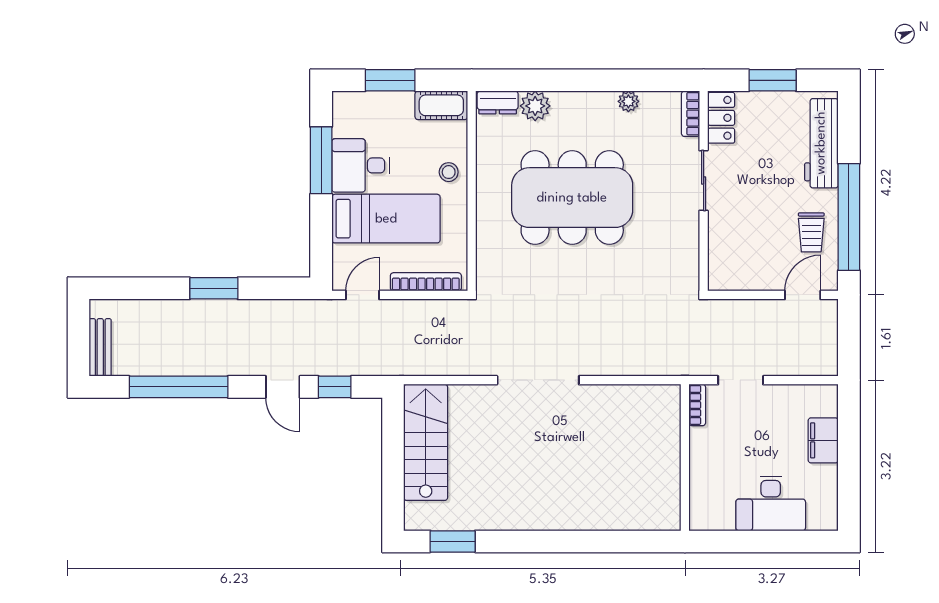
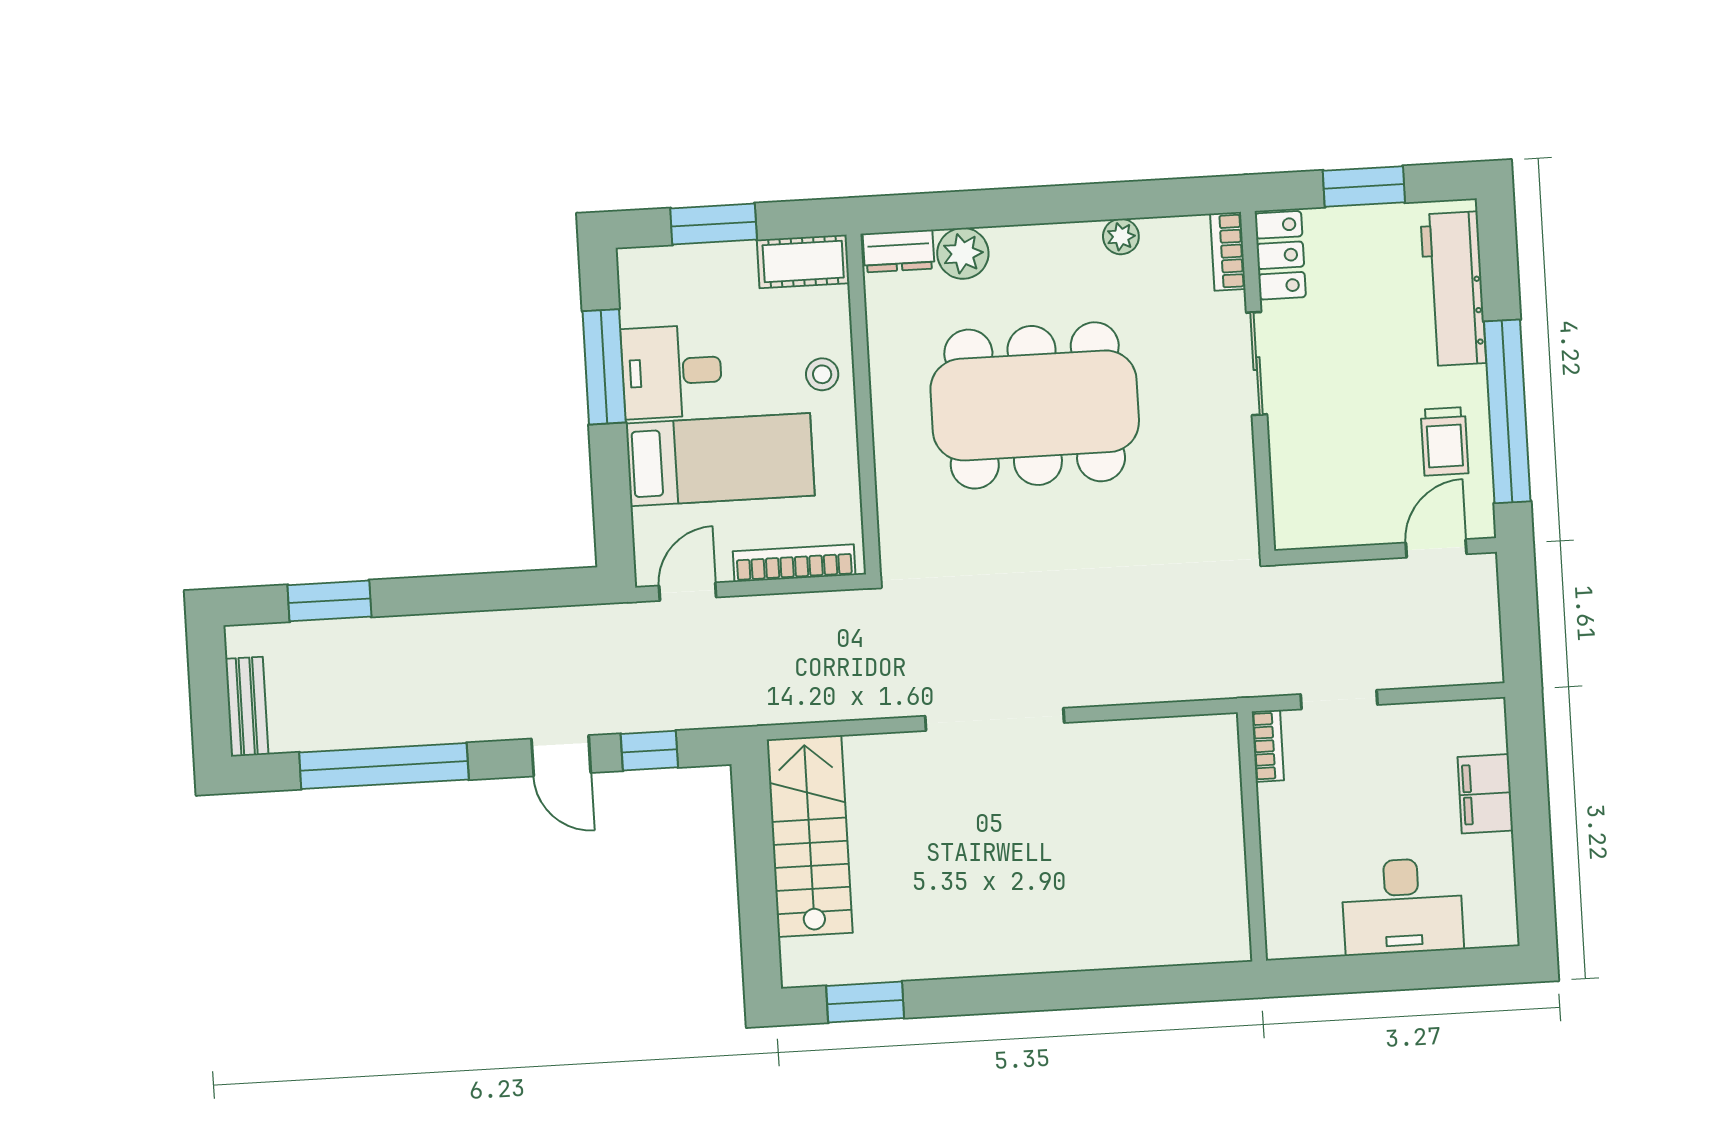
window: (214, 288) -> (329, 601), moved

